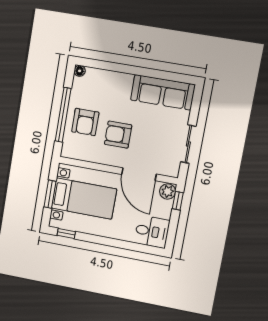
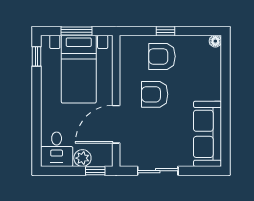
window: (63, 115) -> (165, 31), width x0.32
armchair: (118, 135) -> (155, 94), turned -90
plant: (168, 191) -> (82, 158), moved

